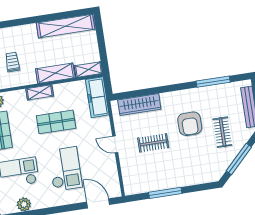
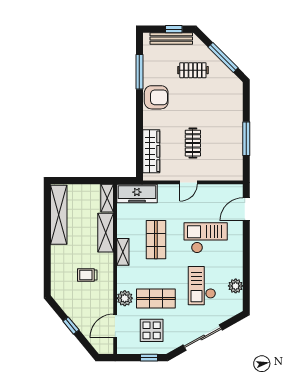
armchair: (190, 124) -> (156, 97), moved

